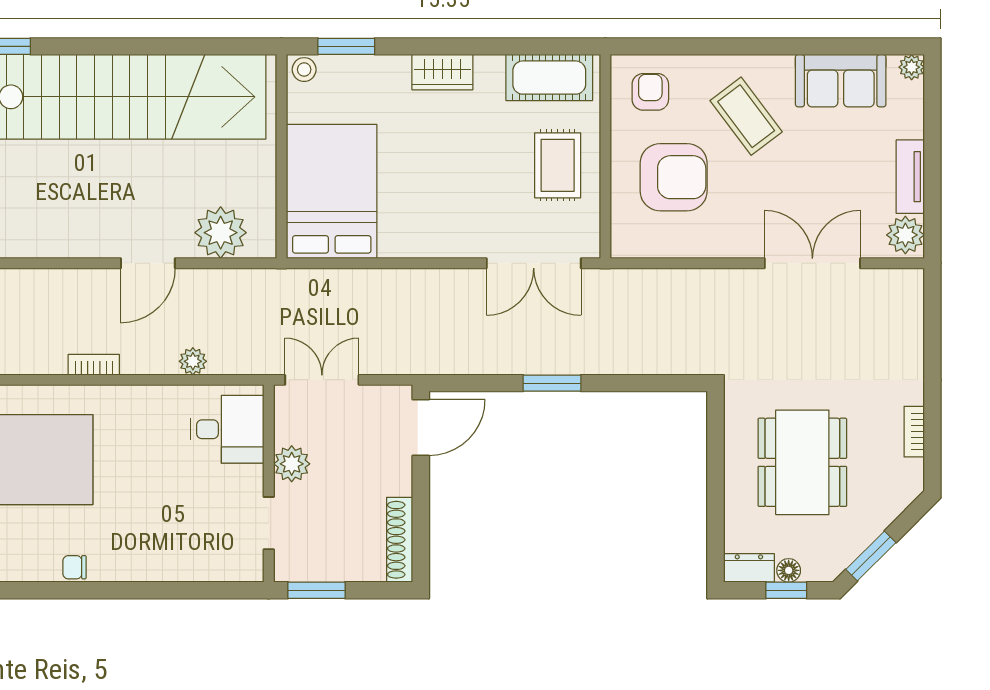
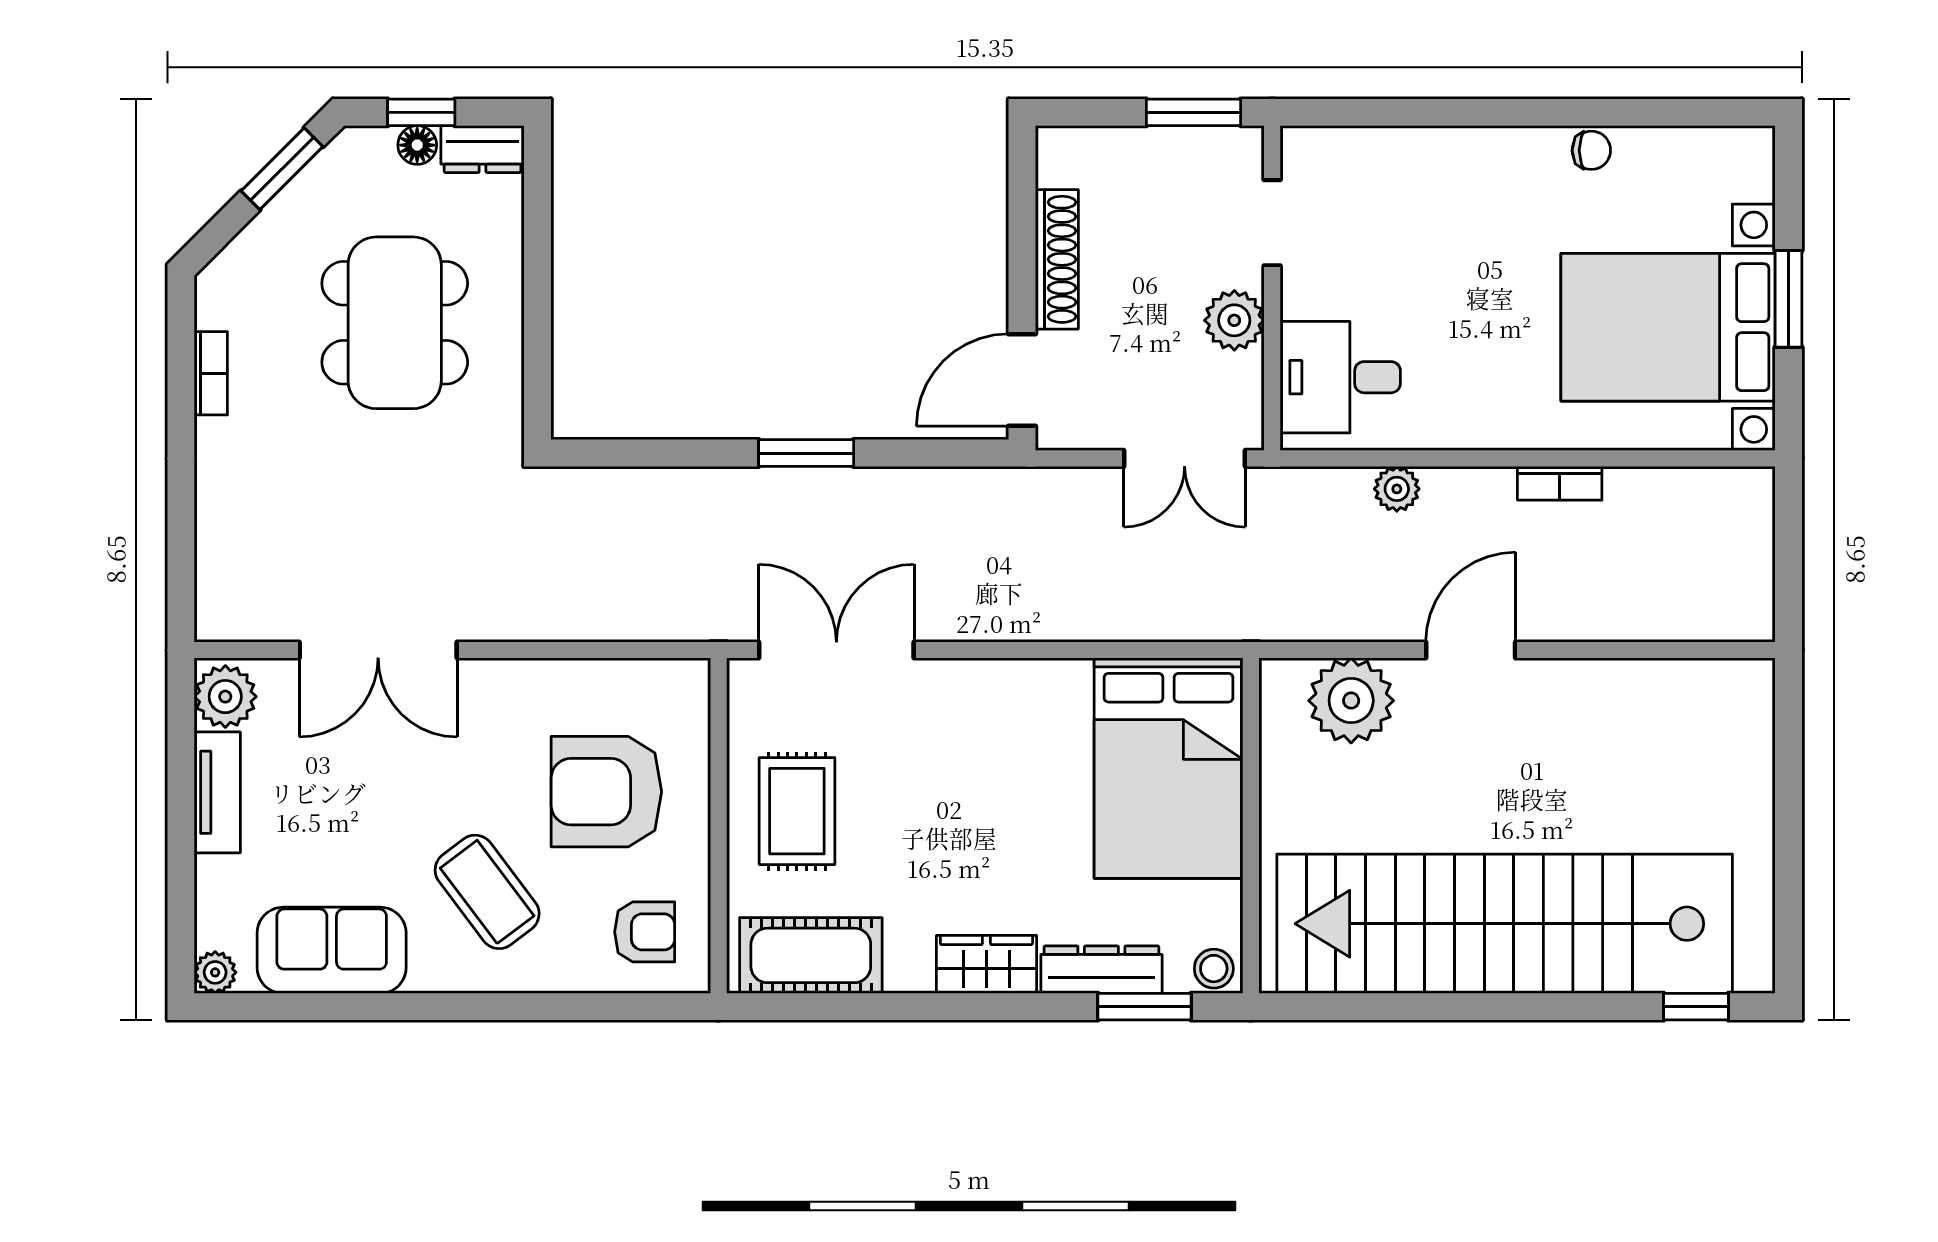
dresser: (372, 69) -> (1101, 970), added
armchair: (650, 92) -> (645, 932), turned -90
shoe rack: (400, 540) -> (1057, 259), moved

